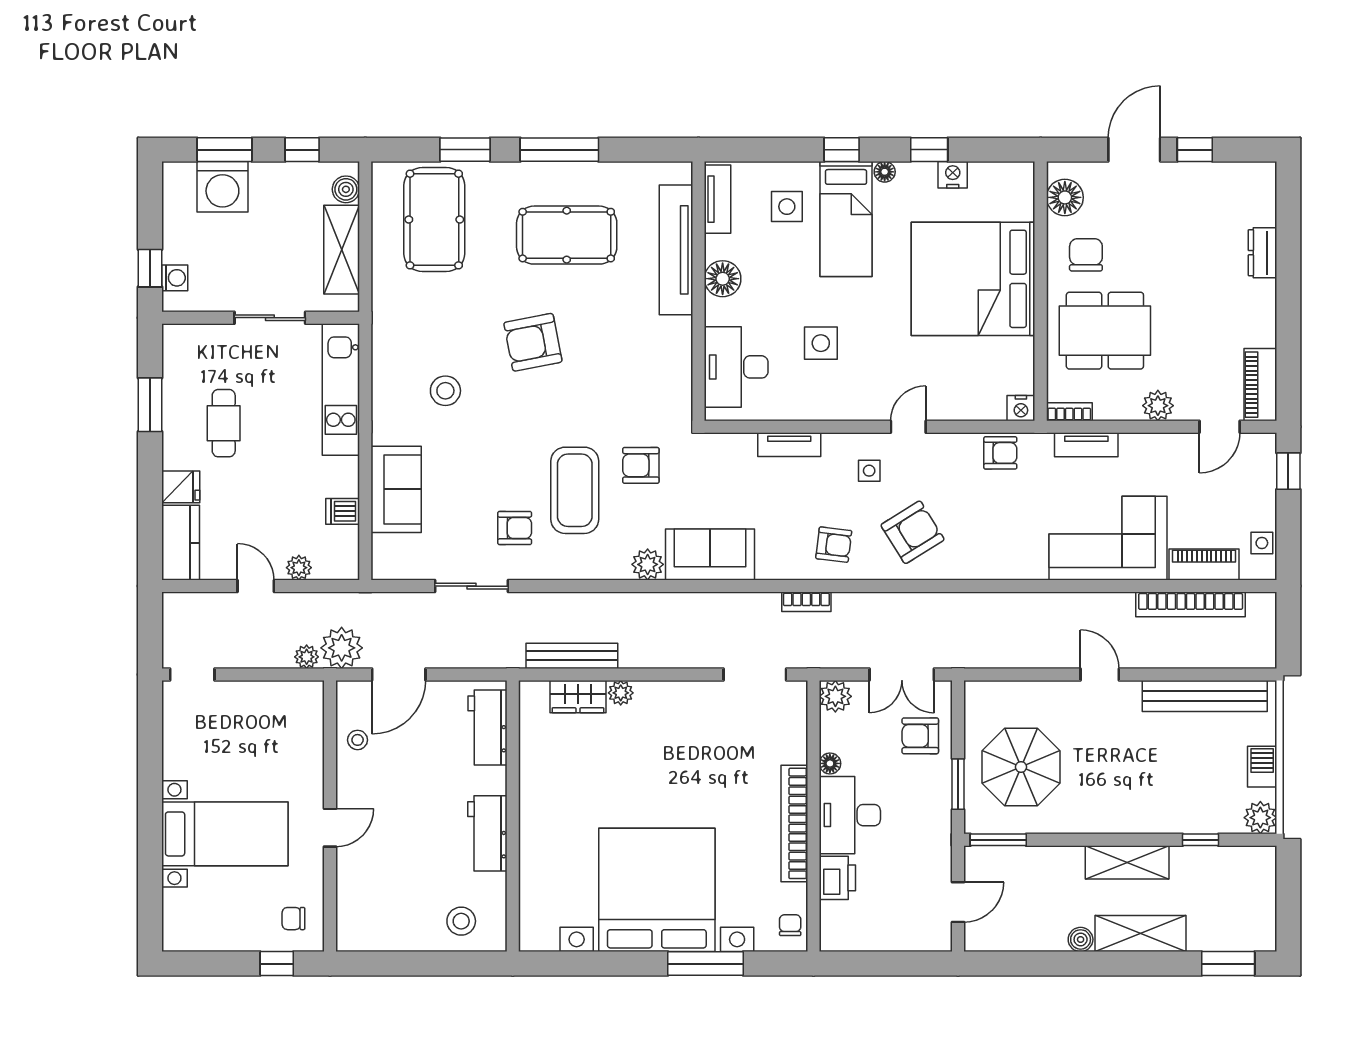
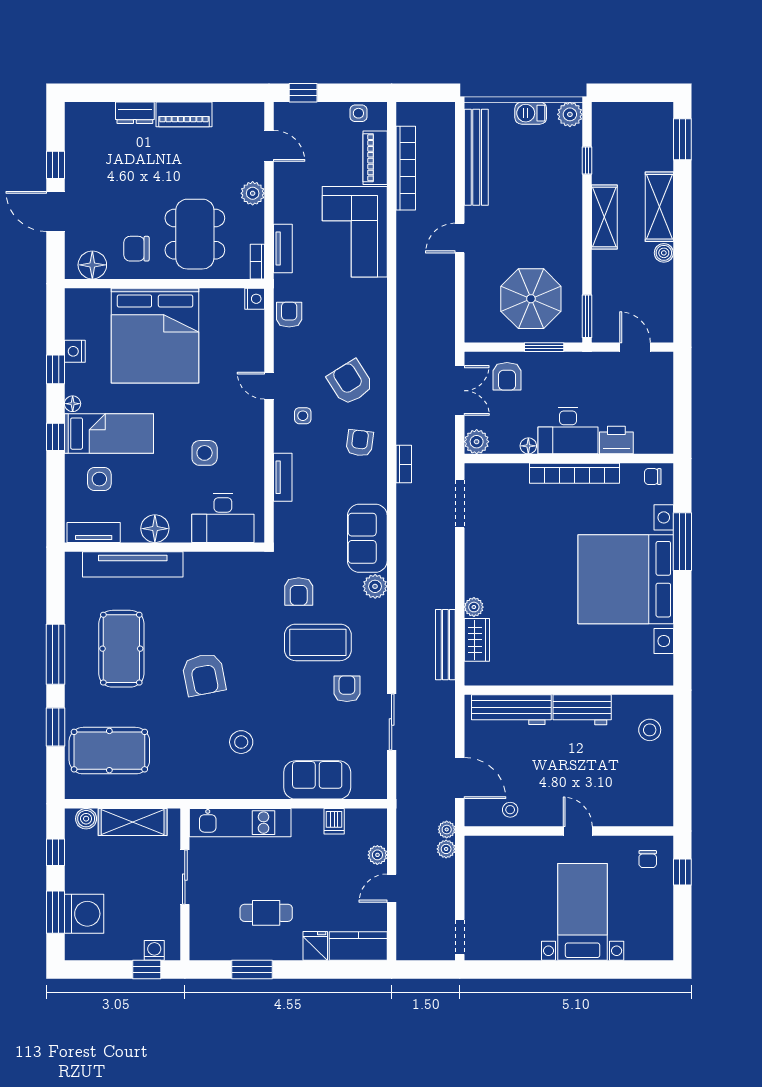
piano: (1260, 385) -> (184, 114), moved
plant: (342, 648) -> (447, 829), width x0.53, depth x0.53
workbench: (487, 728) -> (511, 710), width x1.38

